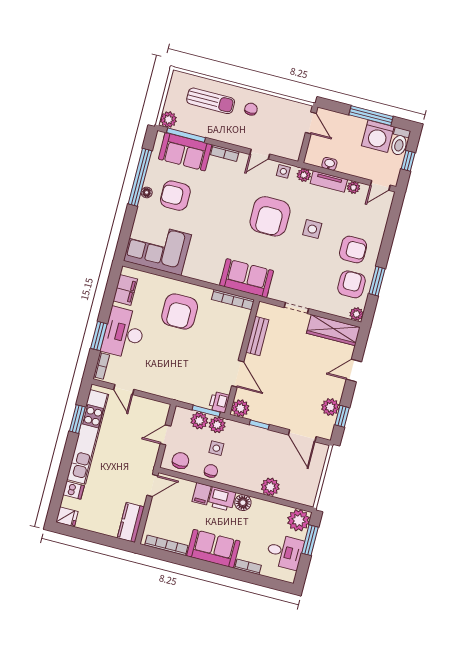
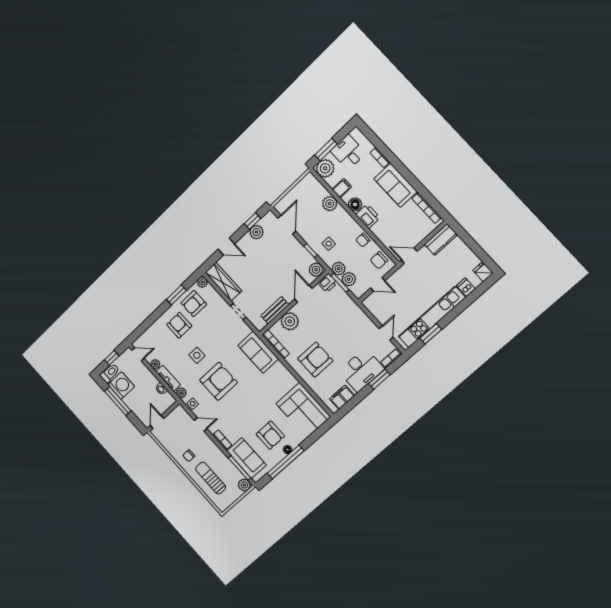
plant: (233, 335) -> (290, 321), added
side table: (216, 448) -> (329, 244), moved
filing cabinet: (202, 494) -> (342, 188), moved

